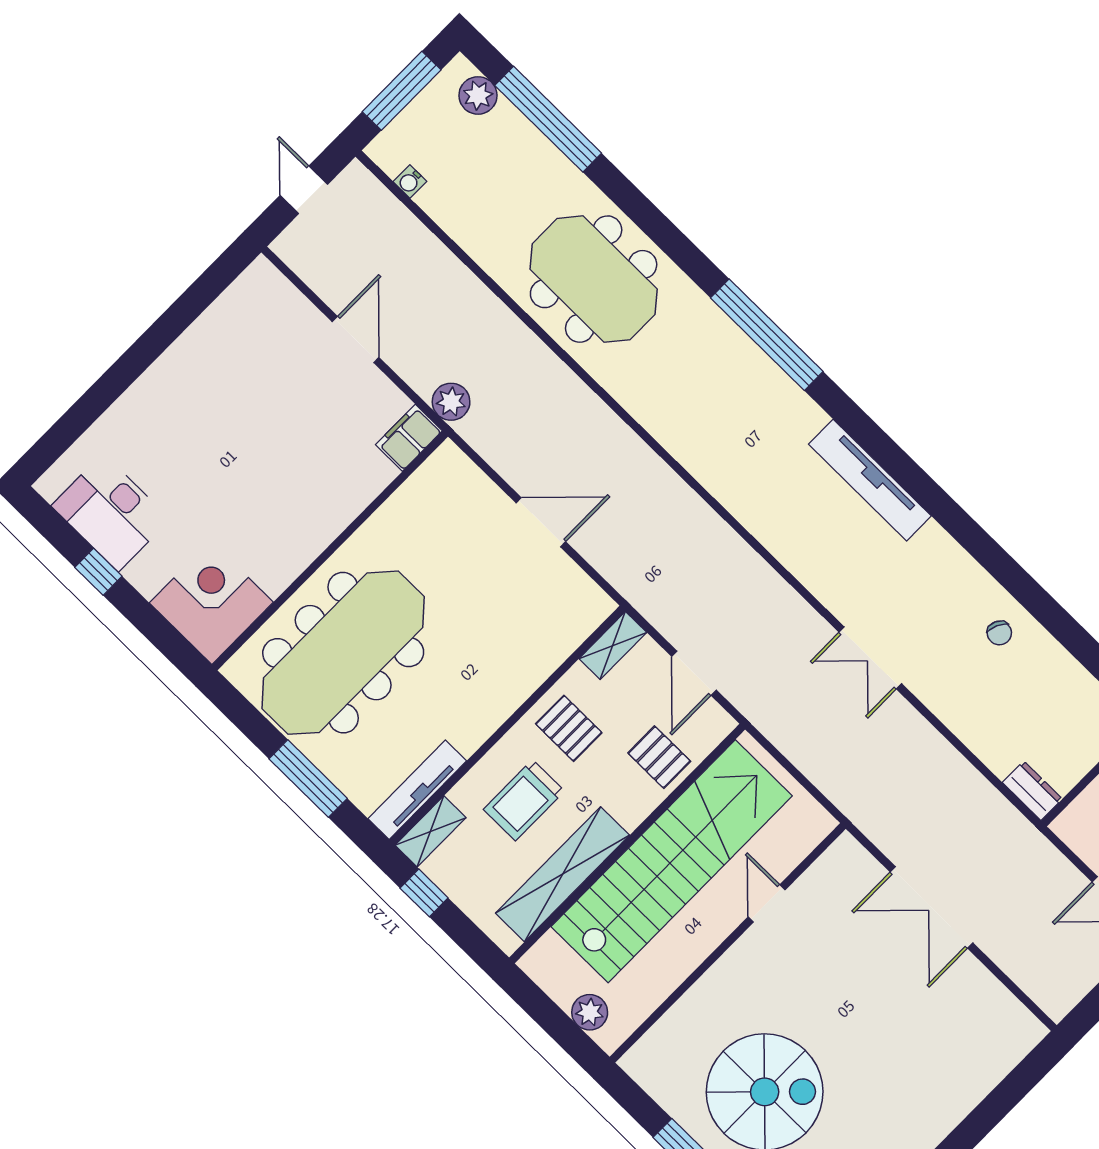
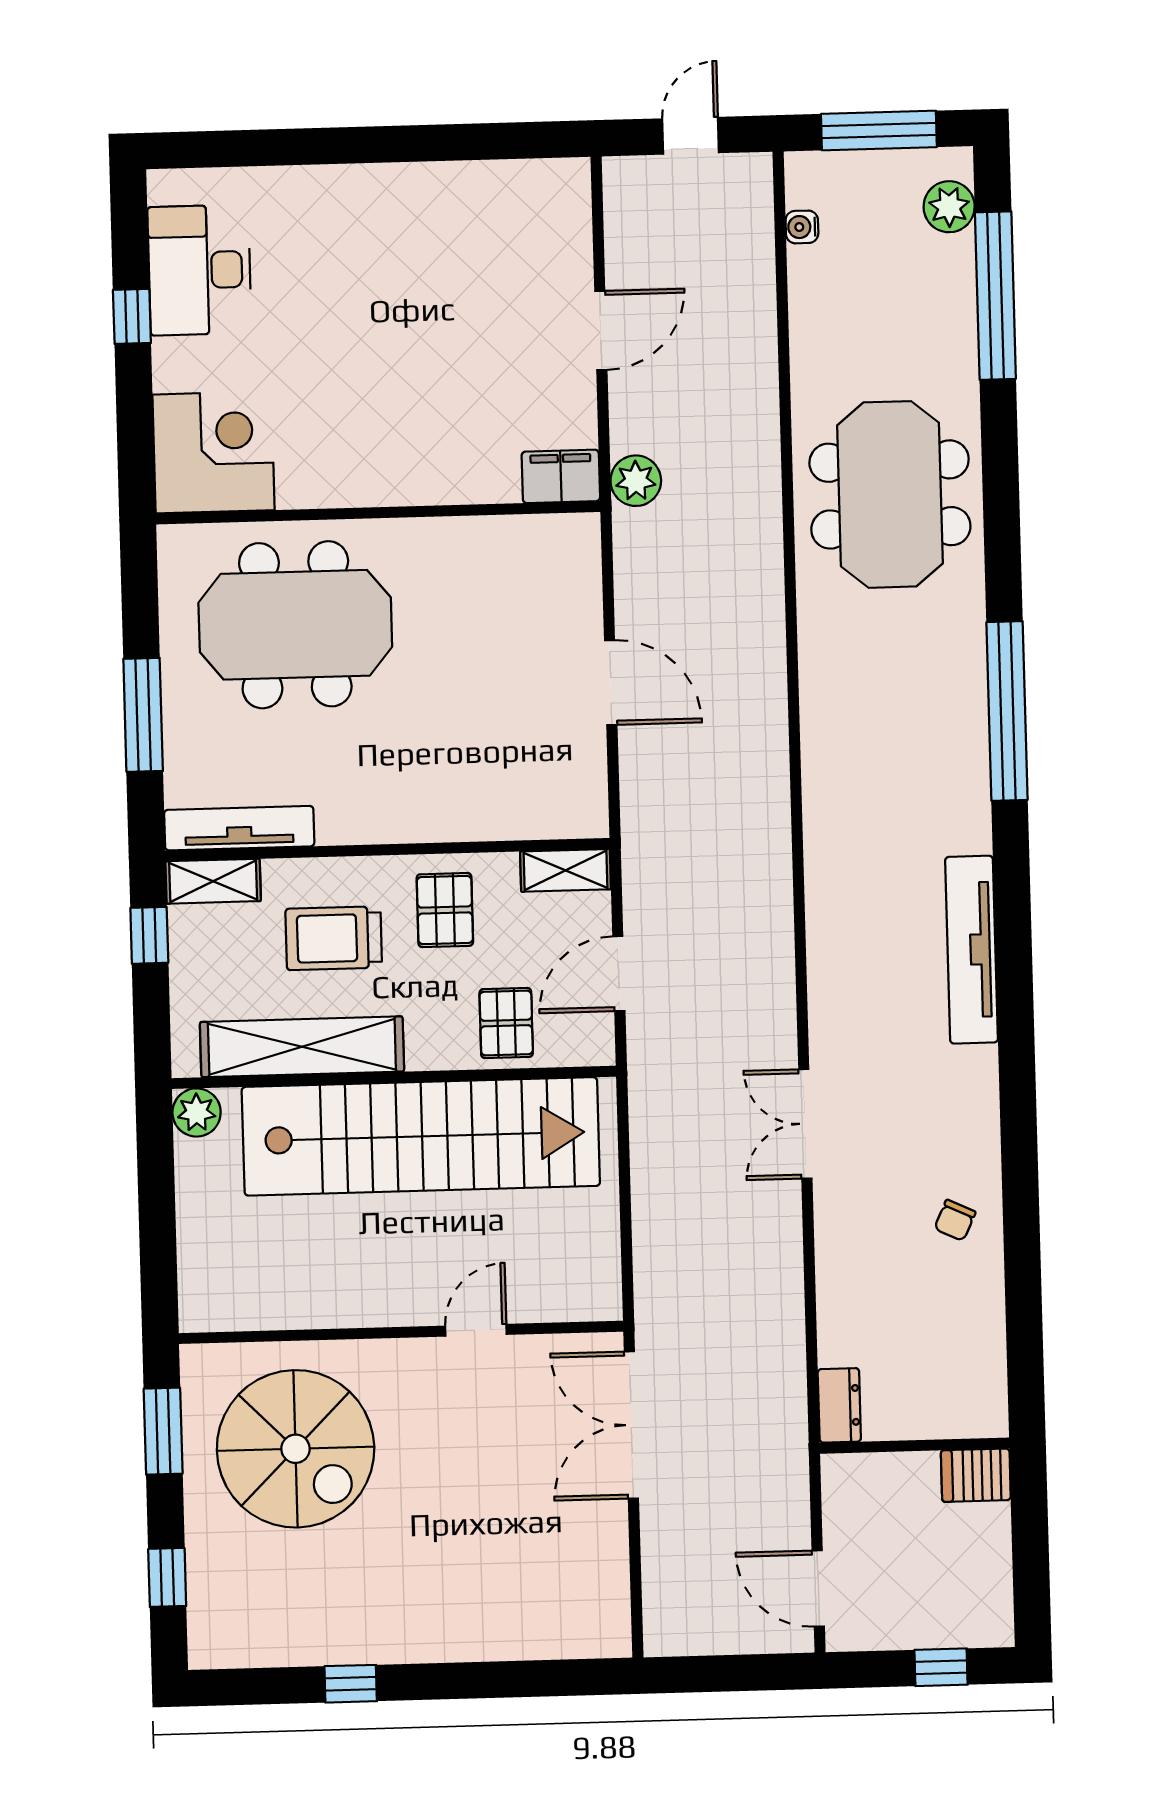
meeting table: (343, 653) -> (295, 625), width x0.73
door: (767, 903) -> (476, 1330), moved
wall: (728, 943) -> (401, 1332), moved
plant: (590, 1012) -> (197, 1112), moved

